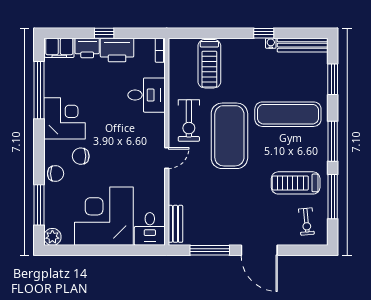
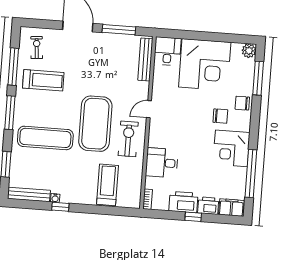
bench: (175, 224) -> (145, 59), width x1.36

